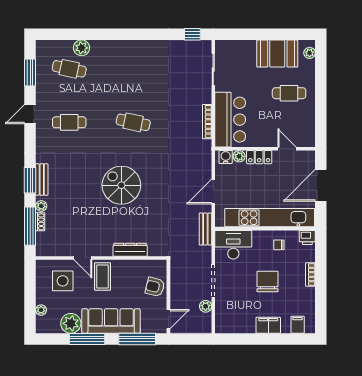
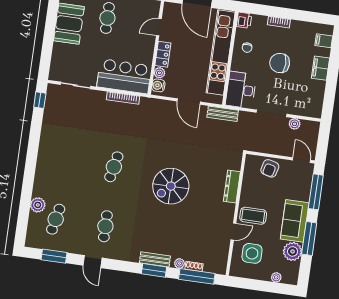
sofa: (111, 321) -> (295, 221), width x0.73

